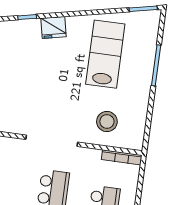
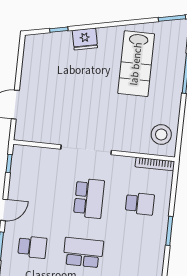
lab bench: (105, 54) -> (136, 64), turned 180
stool: (107, 121) -> (161, 135), moved

